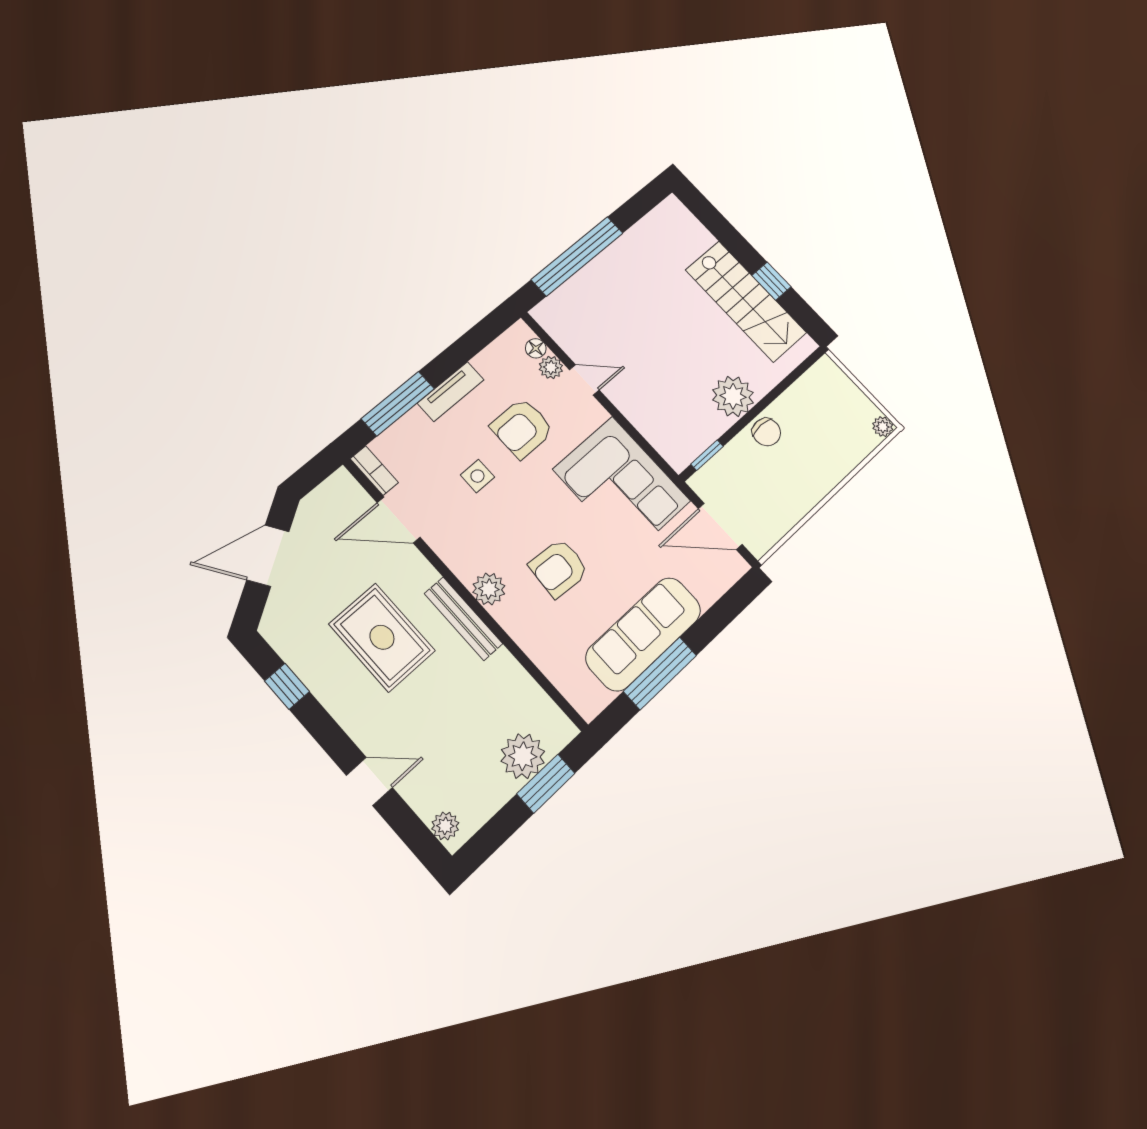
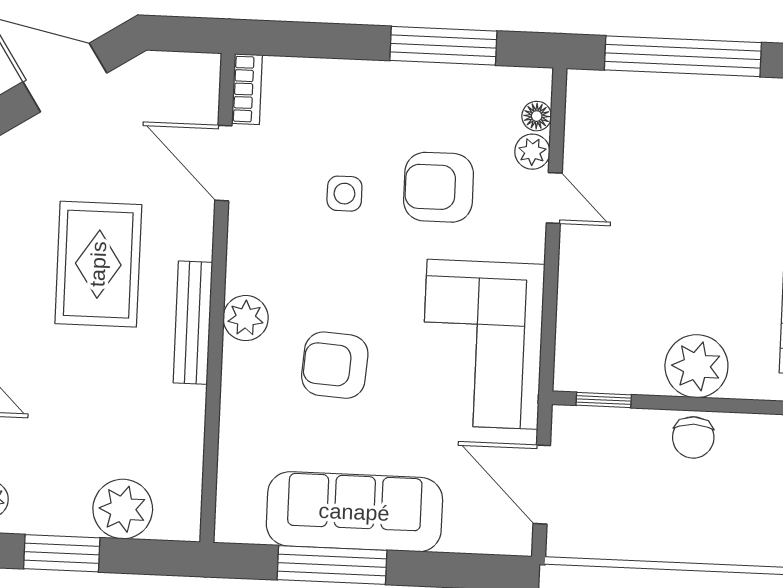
tv unit: (451, 391) -> (403, 79), removed
window: (398, 404) -> (443, 46), moved
window: (546, 784) -> (62, 553), moved

